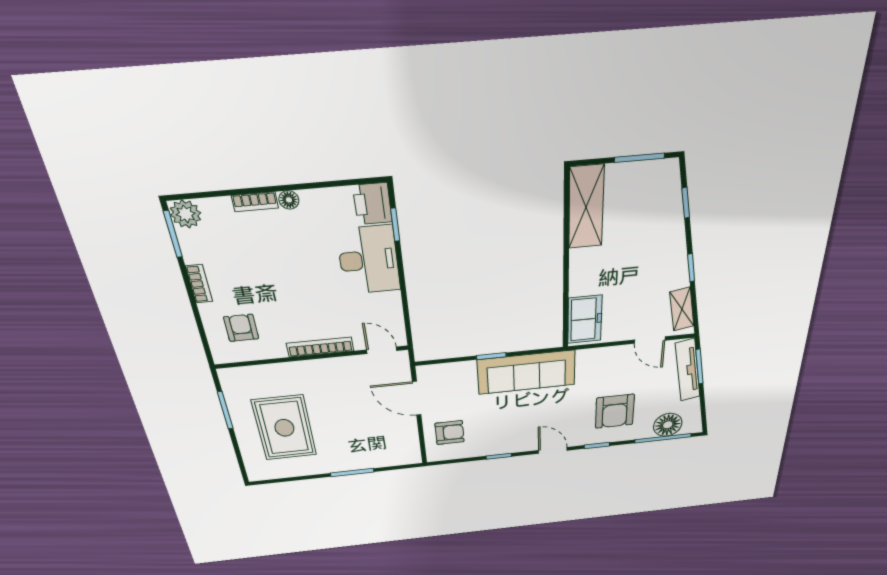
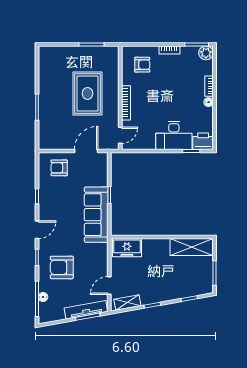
floor lamp: (668, 425) -> (43, 297), width x0.53, depth x0.53
rug: (284, 428) -> (87, 93), moved, turned 90
armchair: (450, 433) -> (59, 168), turned 90

